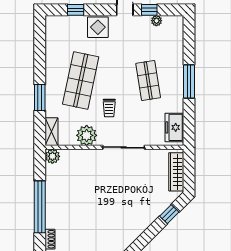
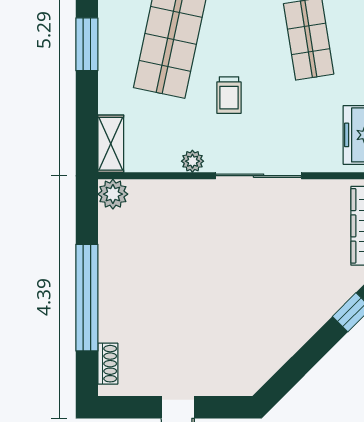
window: (40, 98) -> (87, 44), moved
plant: (87, 135) -> (192, 161), width x0.53, depth x0.53

